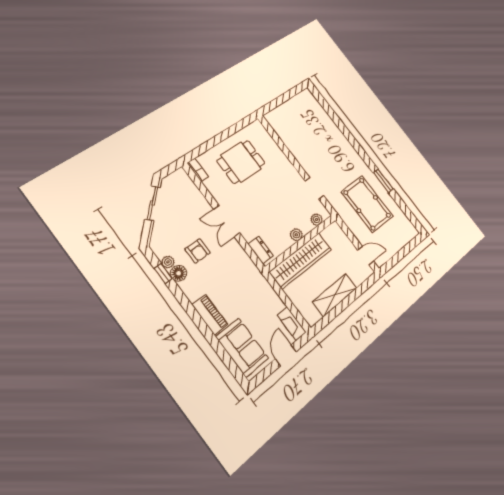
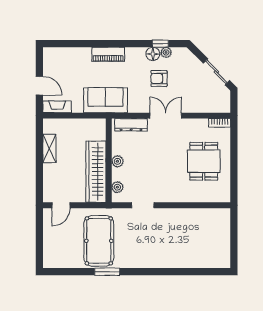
pool table: (367, 204) -> (99, 241), turned 90
dresser: (261, 250) -> (131, 125), width x1.44
wardrobe: (301, 261) -> (96, 172), moved
shelving: (335, 295) -> (49, 149), width x0.67, depth x0.75
sofa: (242, 347) -> (105, 100), moved, turned 180

